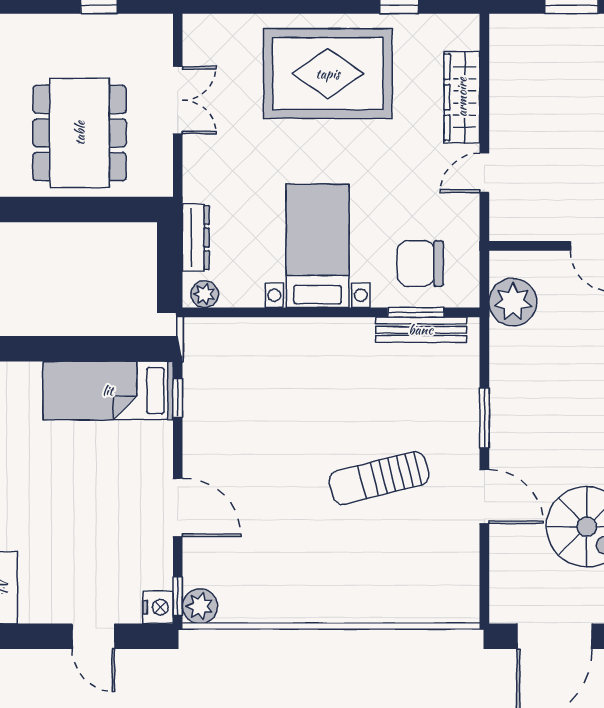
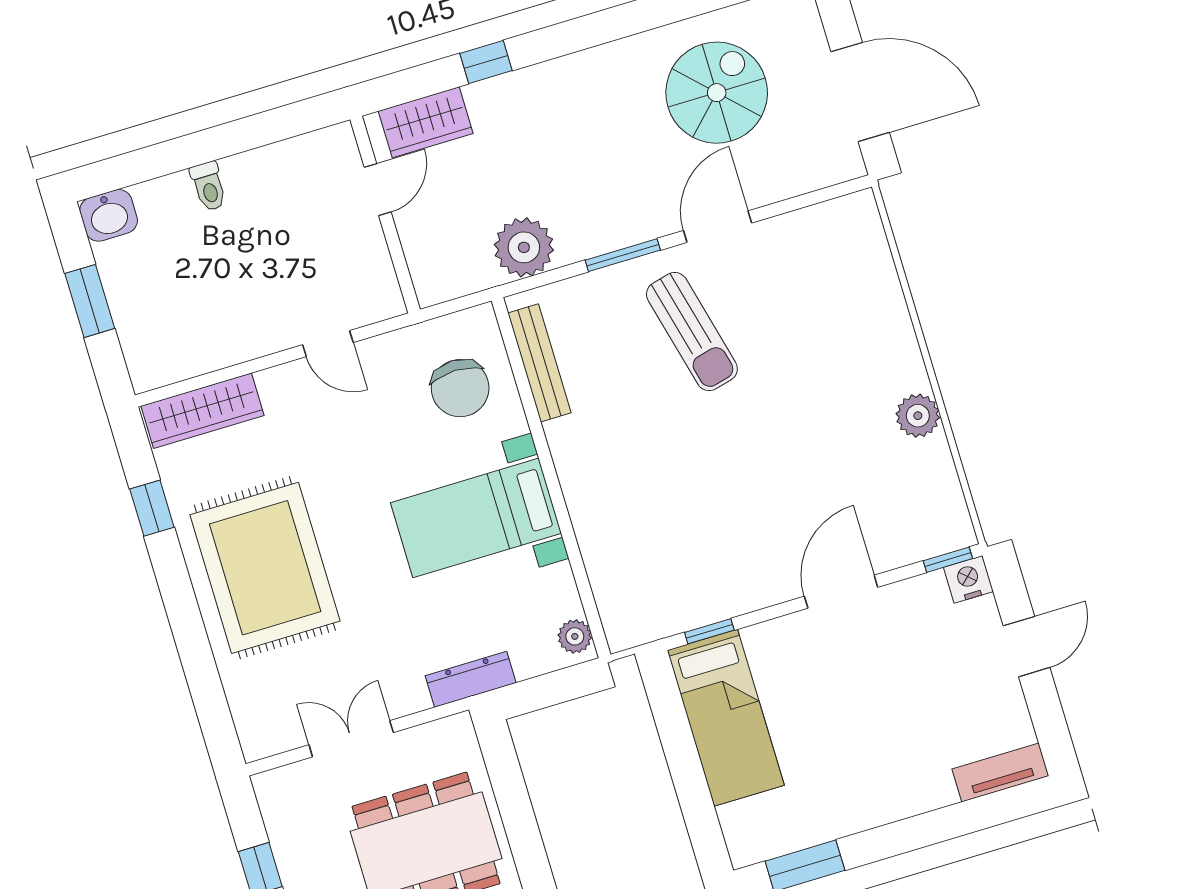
wardrobe: (462, 97) -> (203, 411), moved
dresser: (196, 238) -> (471, 679), moved
plant: (513, 302) -> (524, 247), moved
window: (416, 312) -> (520, 376), removed
sun lounger: (379, 478) -> (692, 332), moved
plant: (200, 606) -> (918, 416), moved

